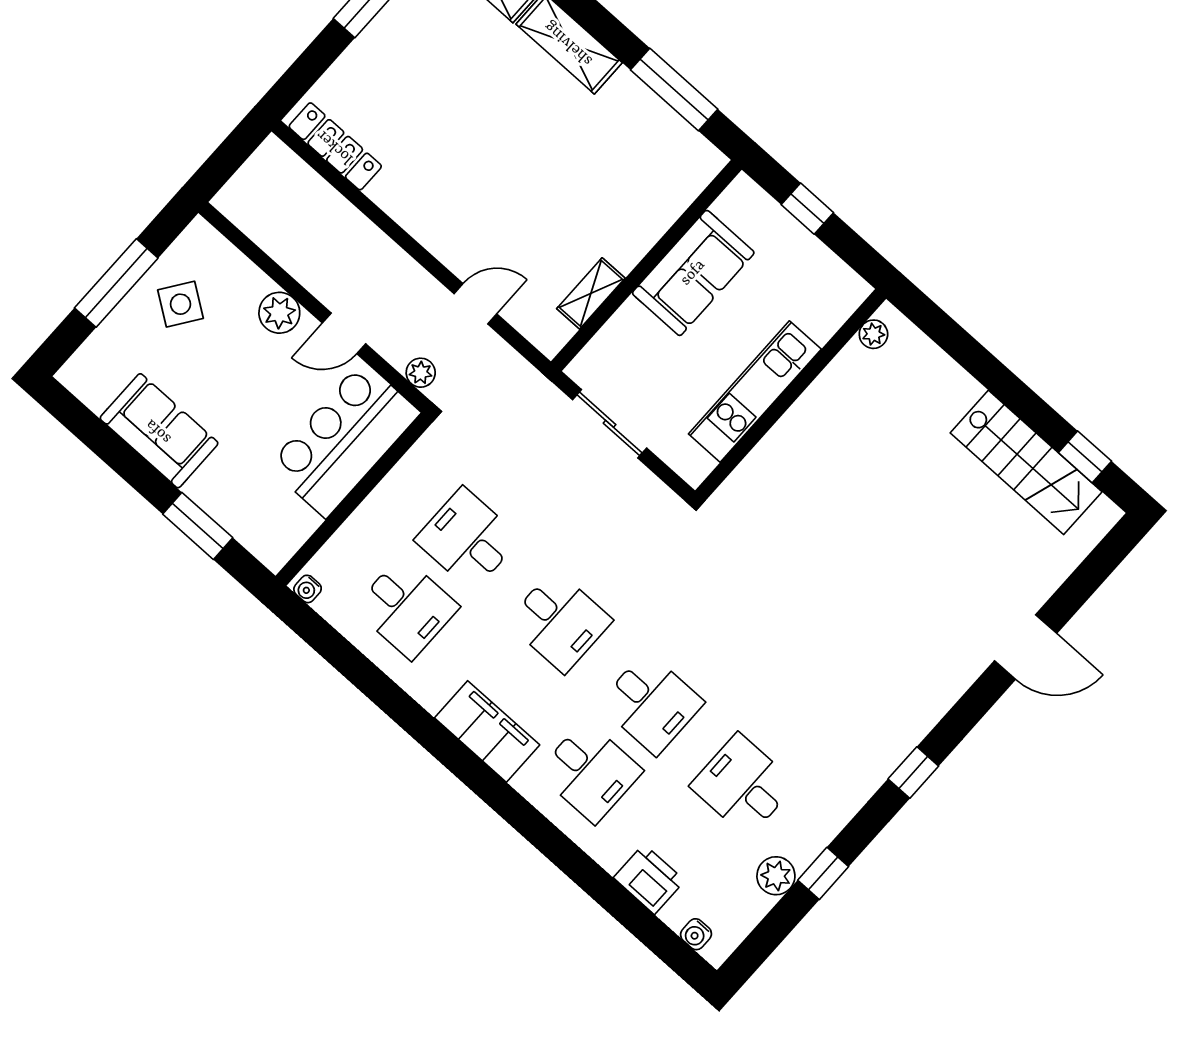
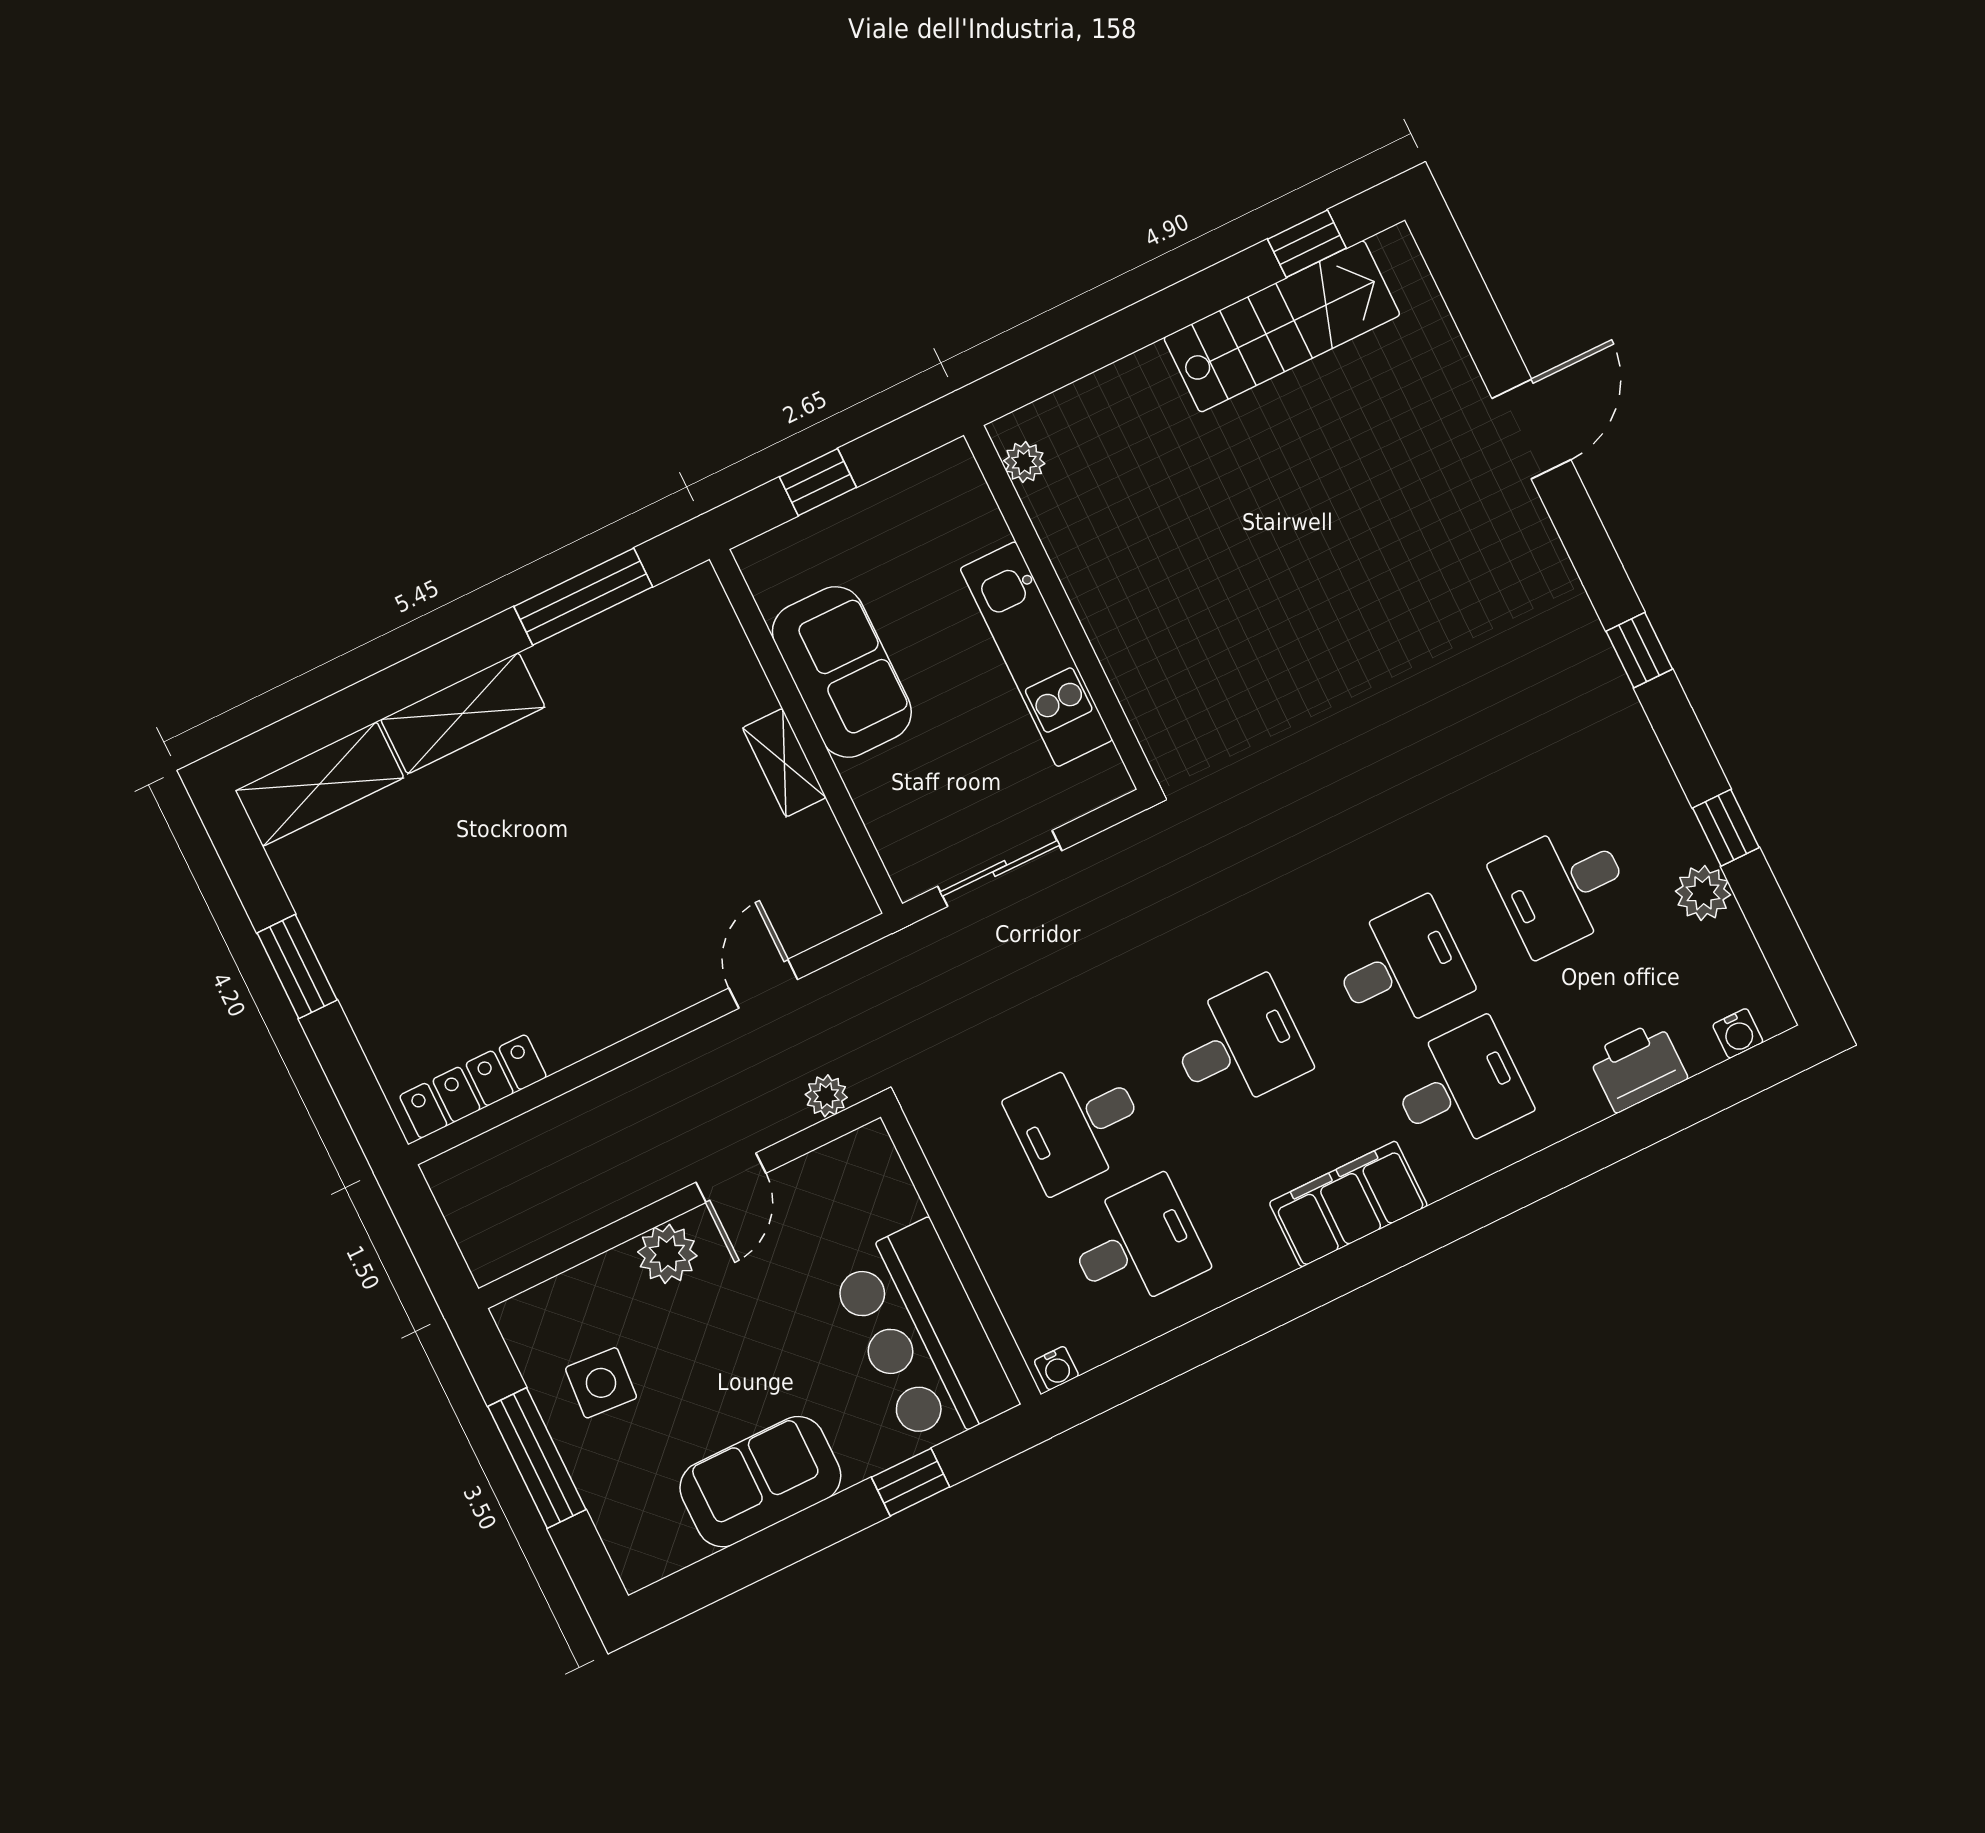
shelving: (591, 293) -> (784, 763), moved
side table: (180, 304) -> (601, 1383), turned -31
bar counter: (344, 440) -> (923, 1336), moved
window: (198, 526) -> (911, 1482), width x0.67

